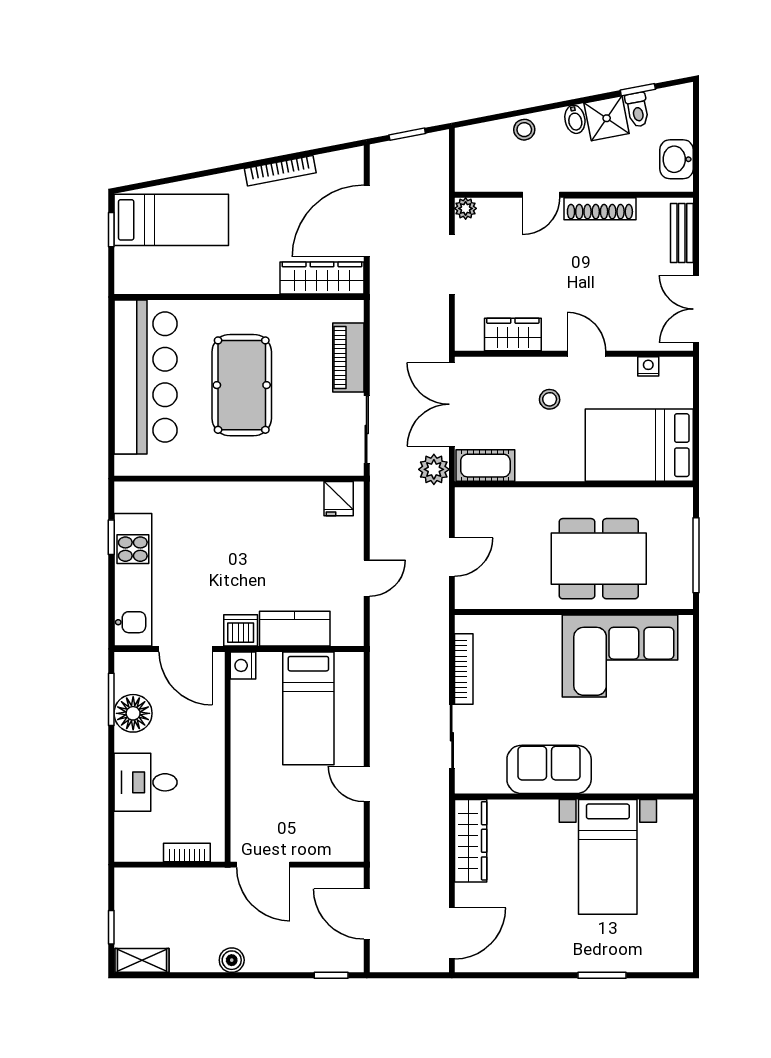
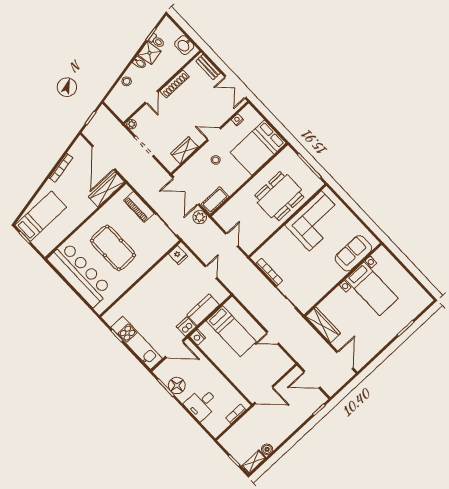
sofa: (549, 769) -> (353, 253), moved
boiler: (232, 960) -> (267, 449), moved

